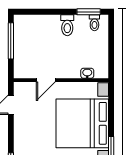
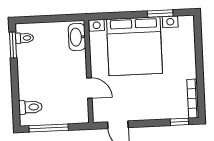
toilet: (67, 25) -> (30, 107), moved
washbasin: (87, 73) -> (77, 37), width x1.91, depth x1.45

